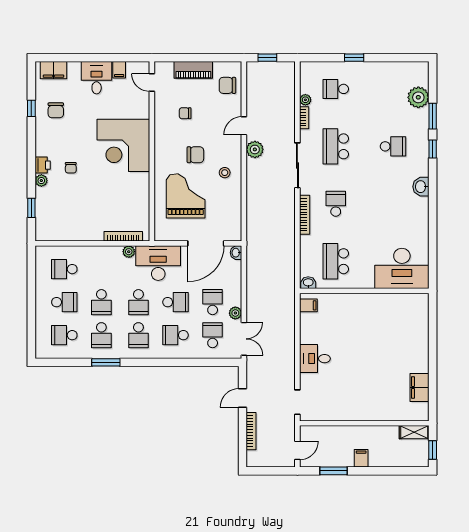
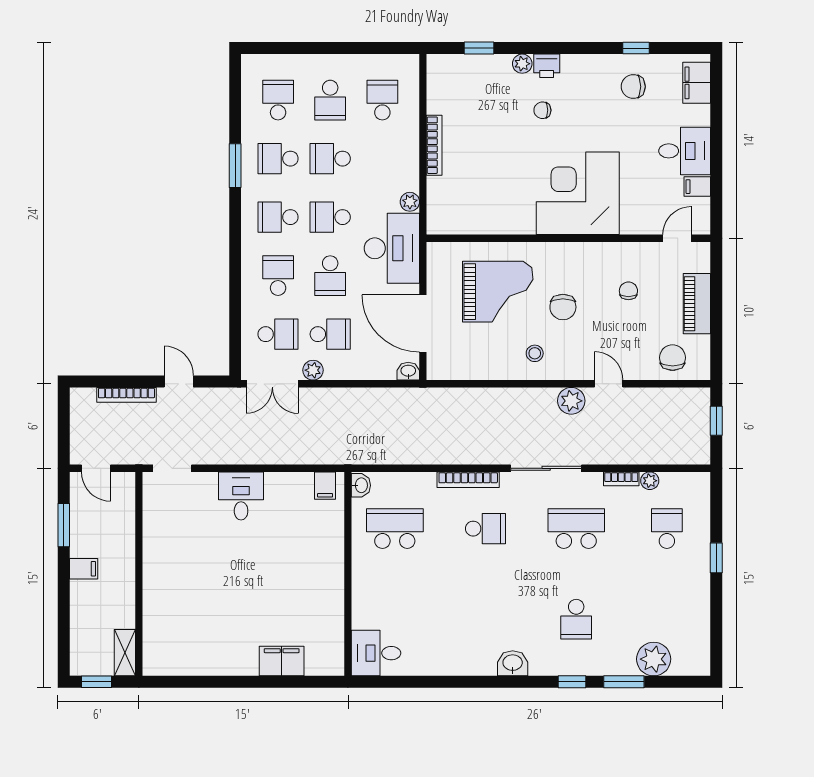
bookcase: (123, 236) -> (434, 145), moved
desk: (402, 268) -> (376, 653), width x0.53, depth x0.77
filing cabinet: (420, 387) -> (282, 661), moved

